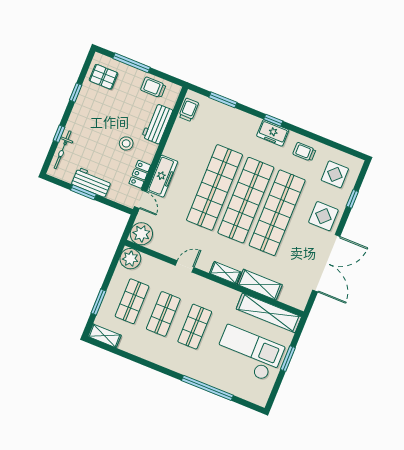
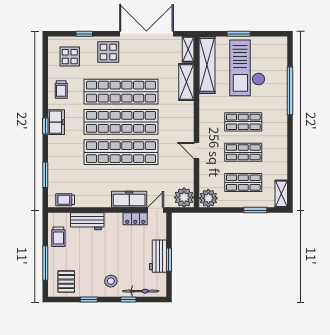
stool: (126, 143) -> (111, 281), moved
shelving: (225, 273) -> (188, 49), moved

